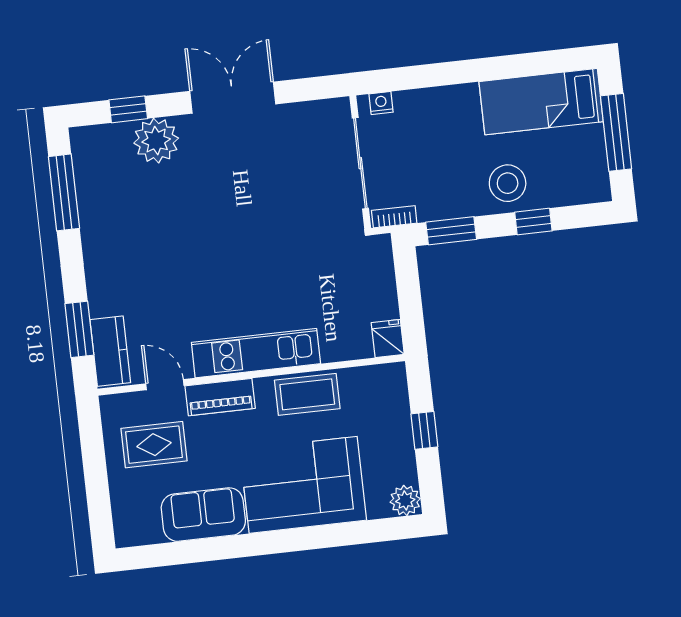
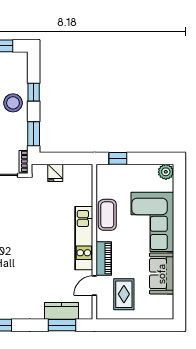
fridge: (388, 339) -> (55, 173), moved, turned -90
kitchen counter: (110, 351) -> (62, 311), moved
window: (424, 430) -> (118, 158), moved

